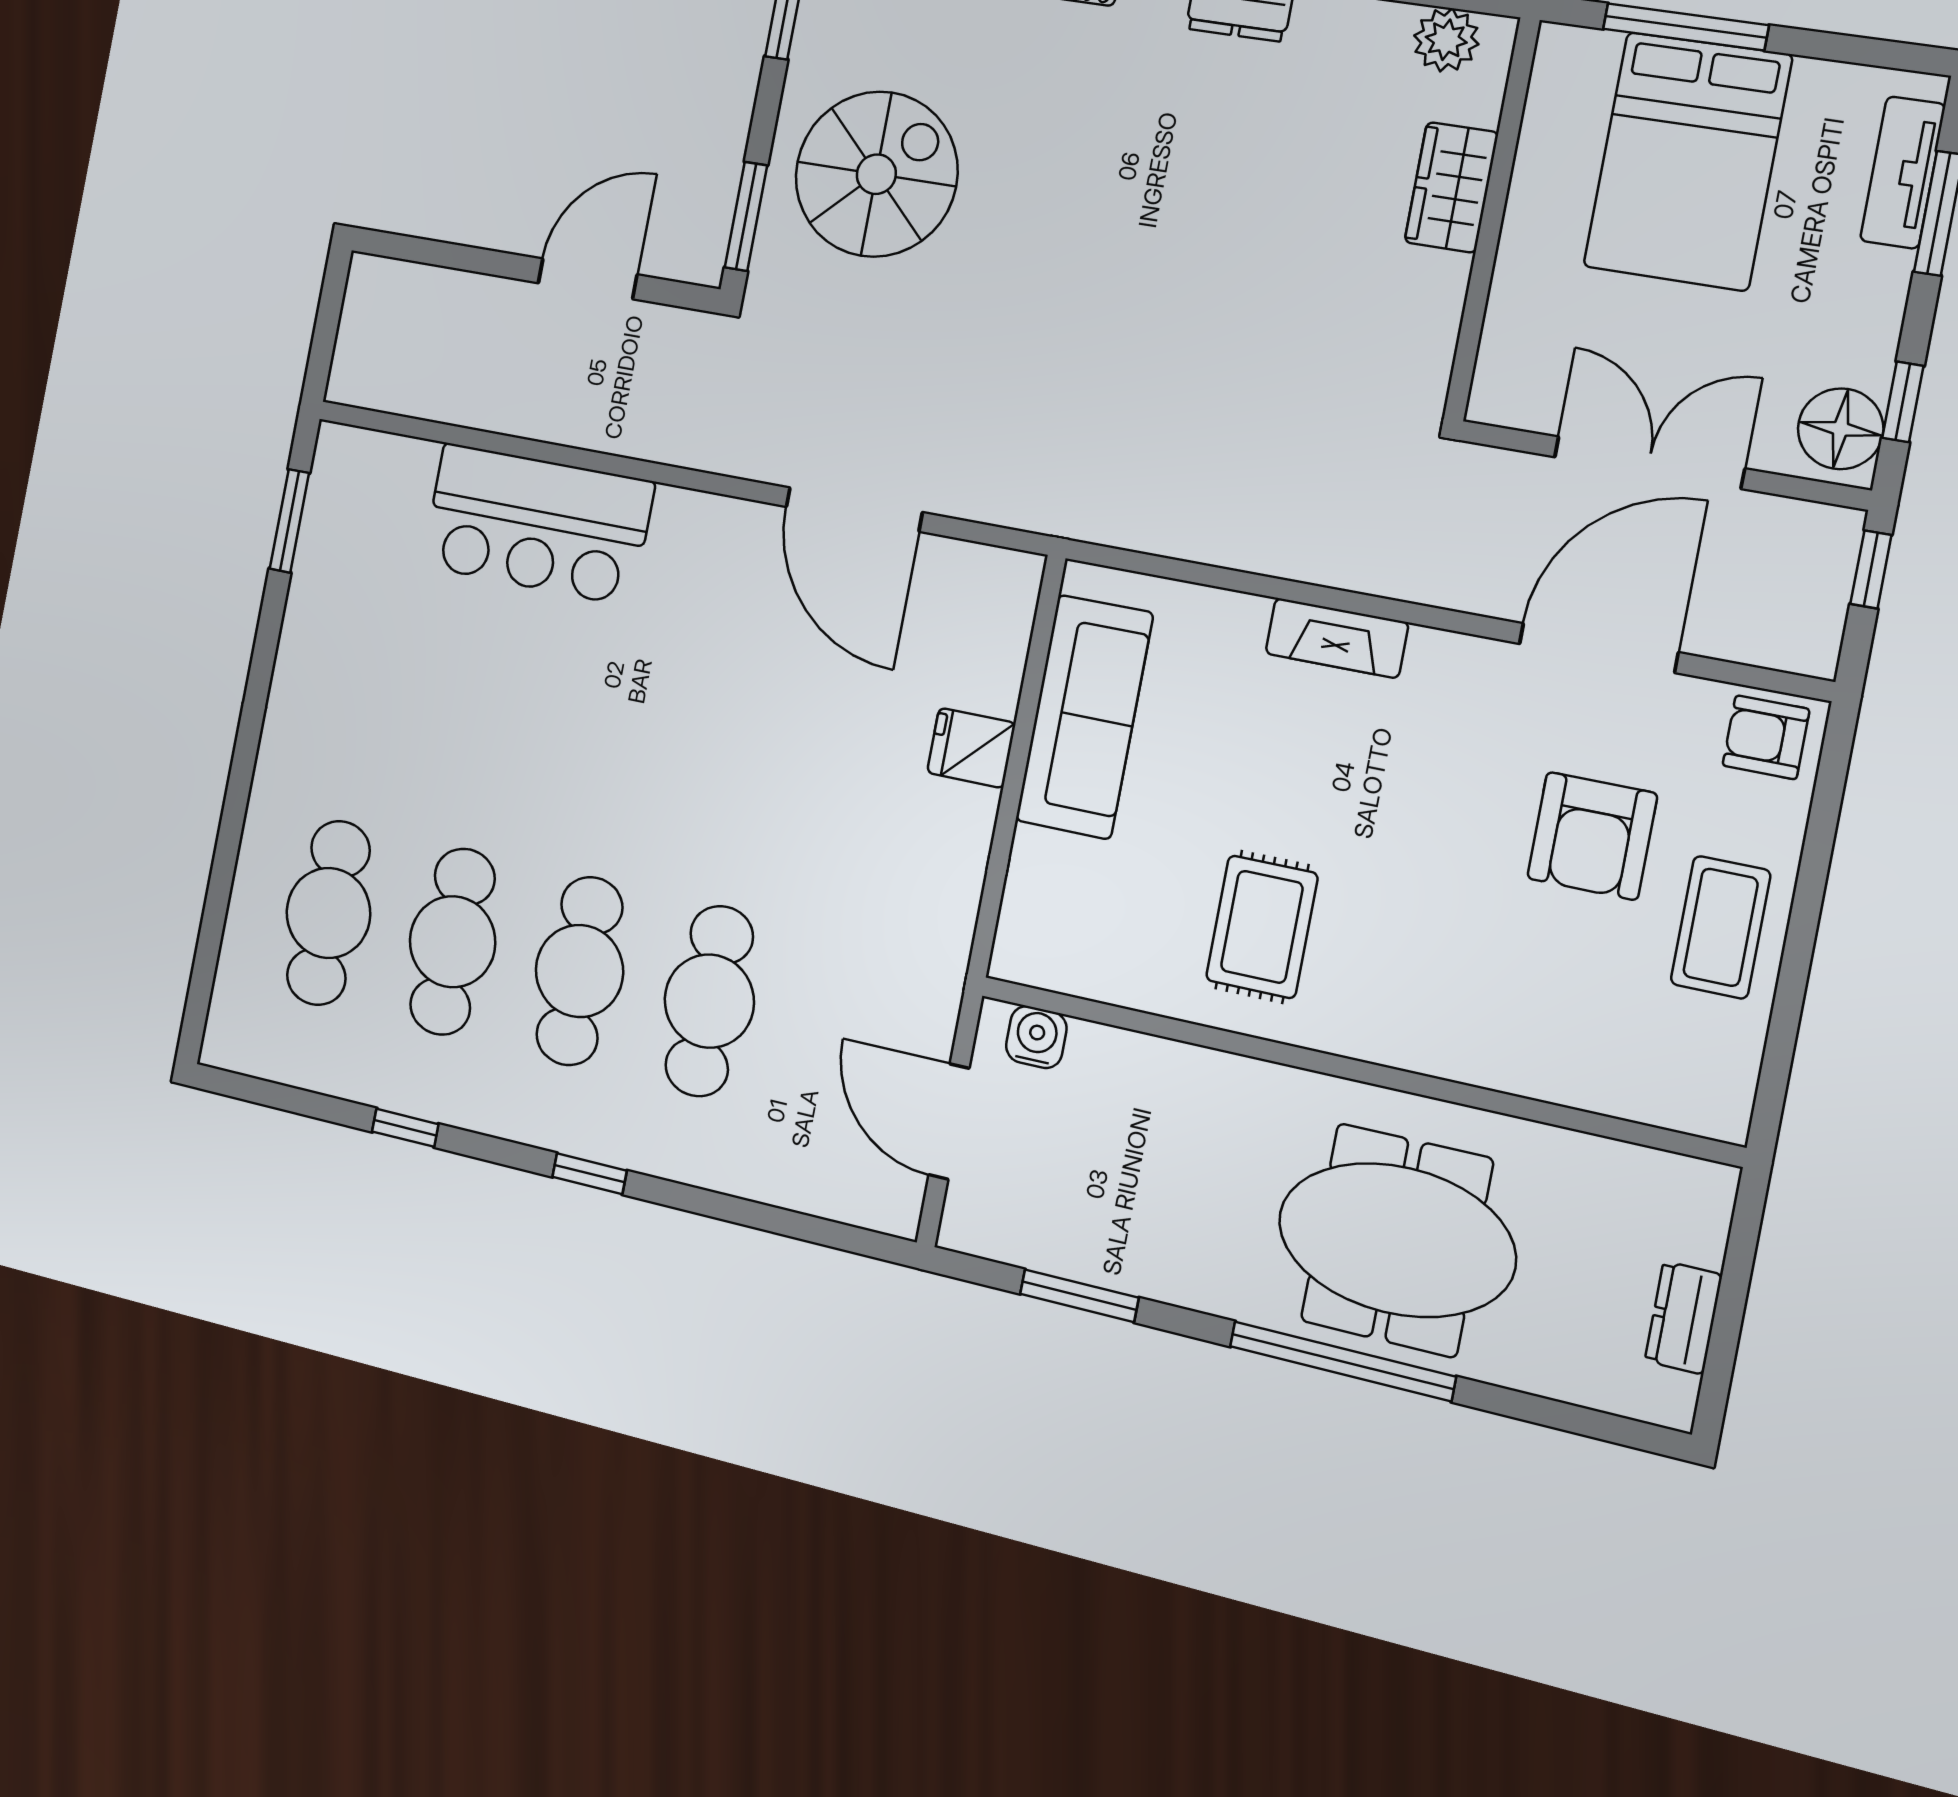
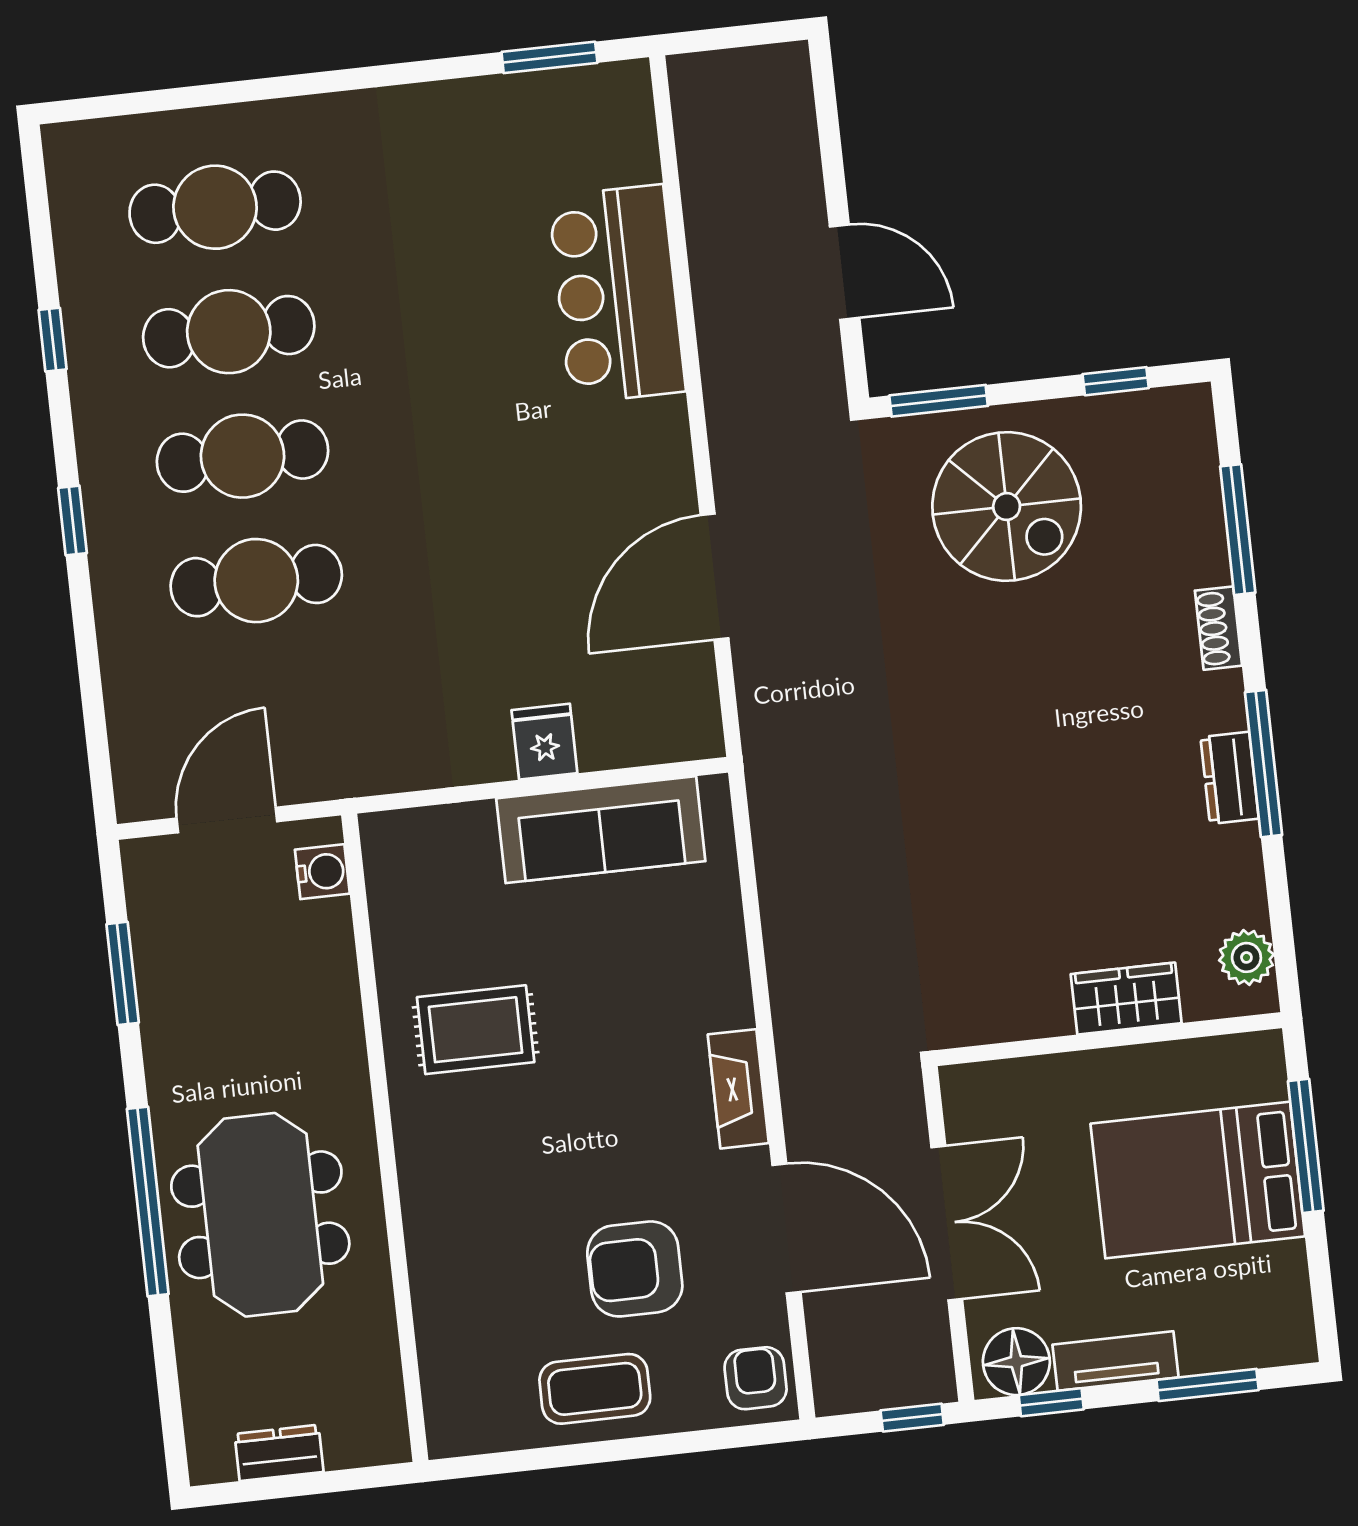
tv unit: (1903, 173) -> (1116, 1361), moved
fireplace: (1337, 638) -> (738, 1089), moved

